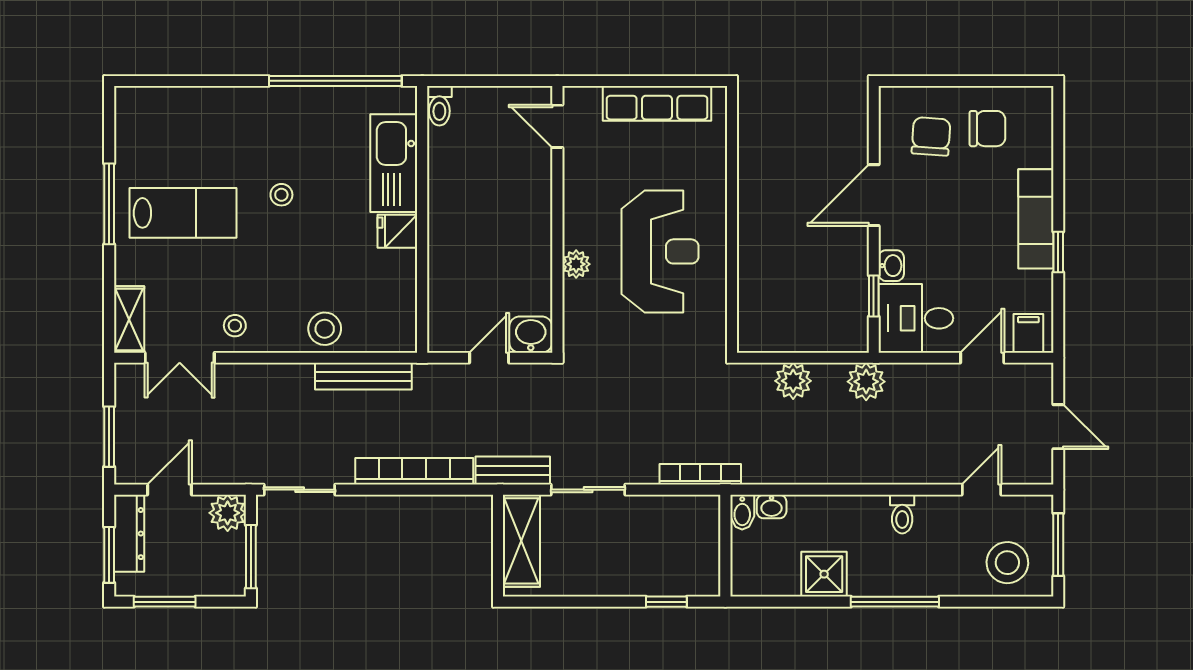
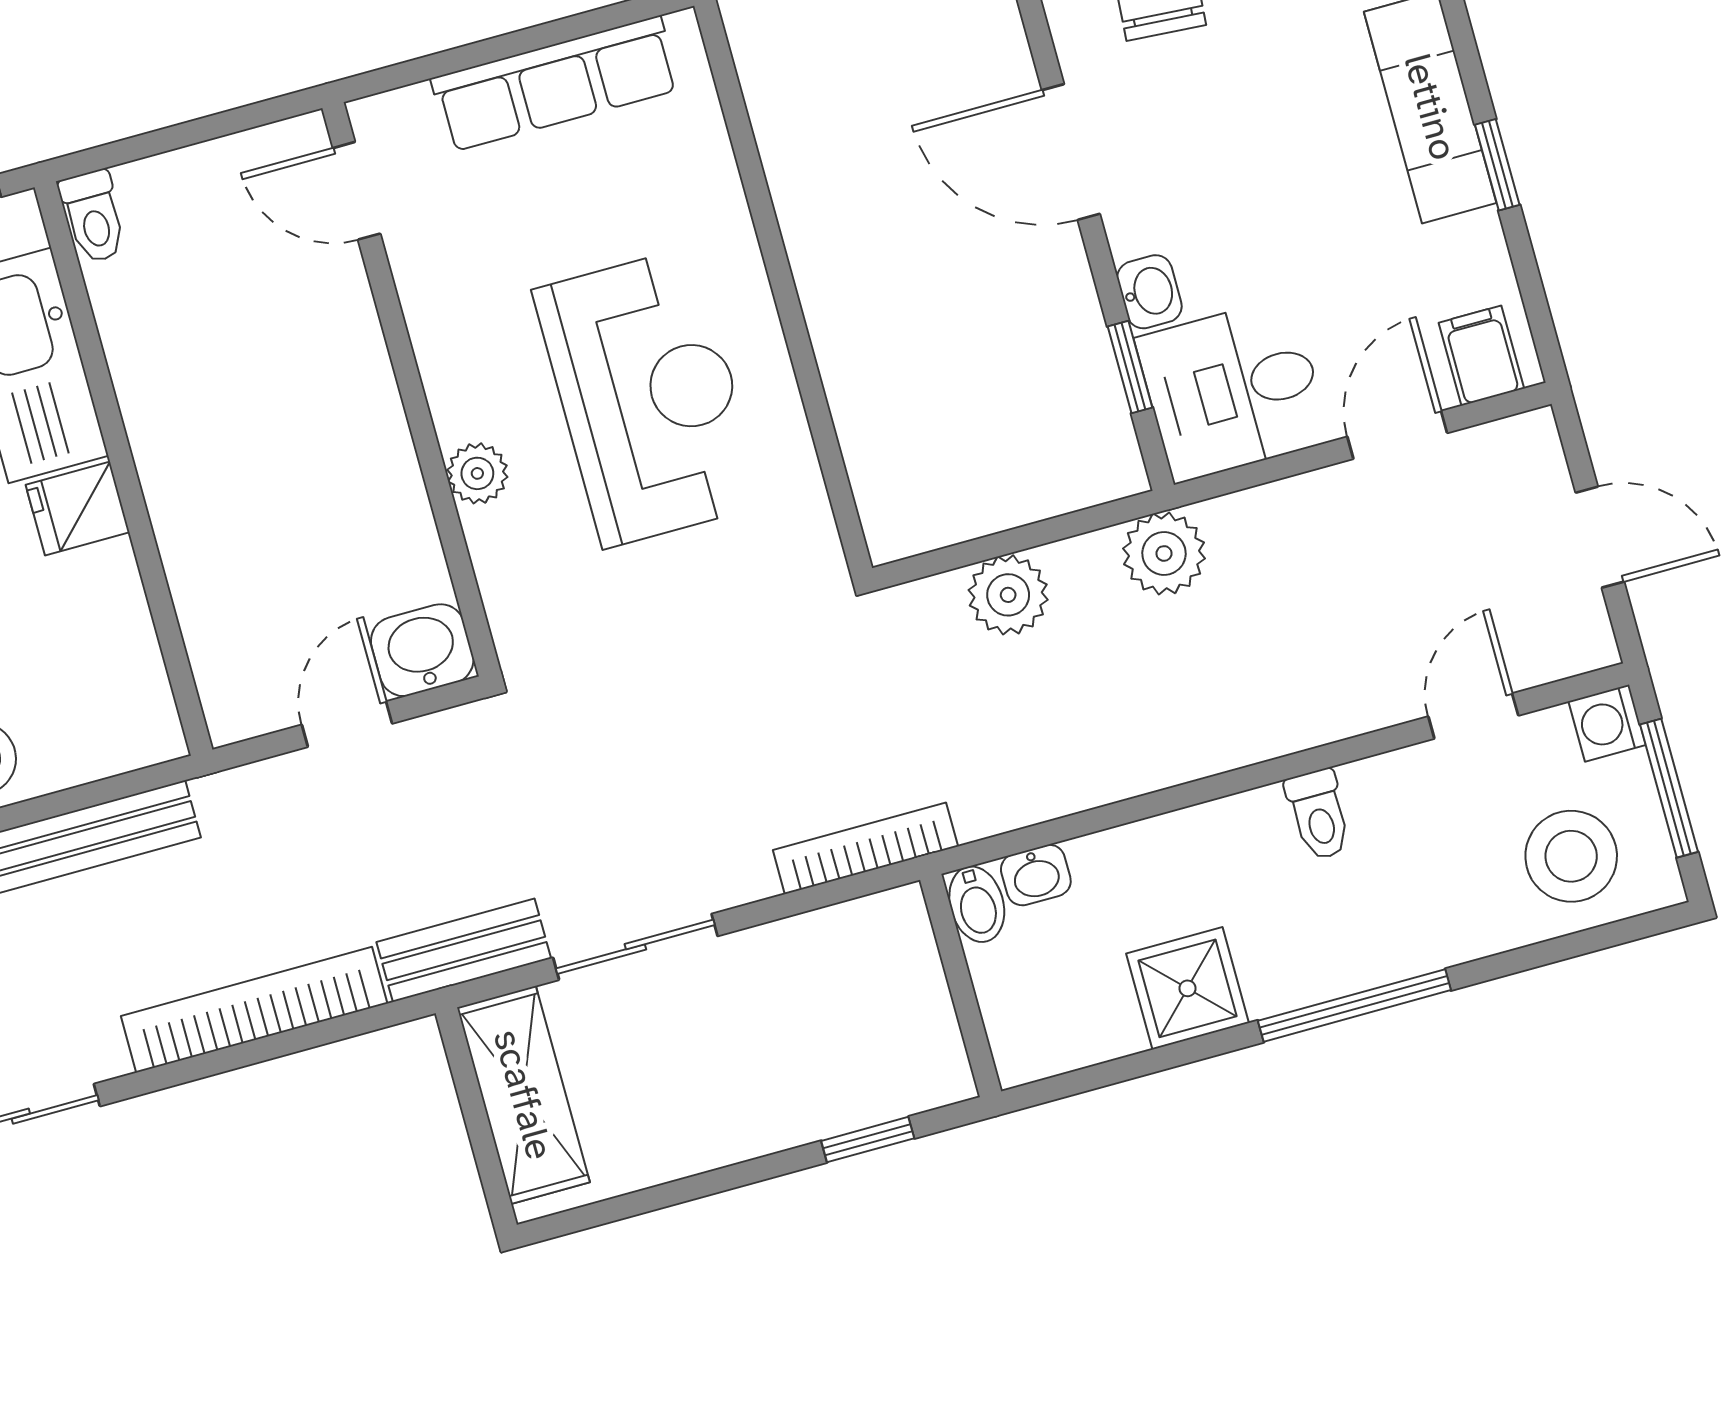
door: (874, 195) -> (1071, 152), hinge flipped
washing machine: (1039, 509) -> (1607, 723), added

